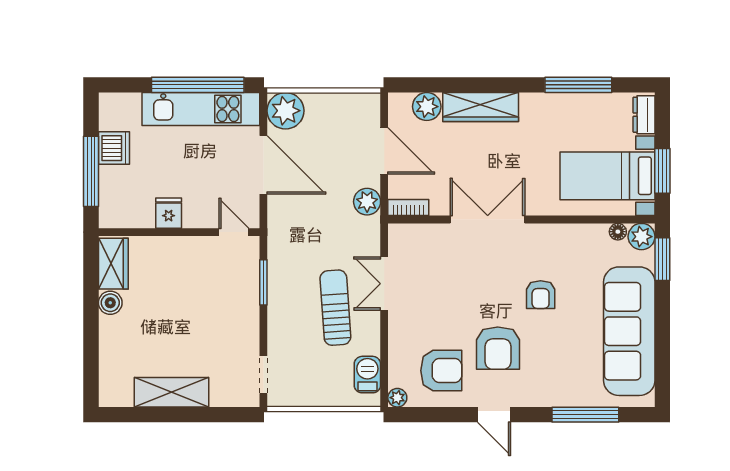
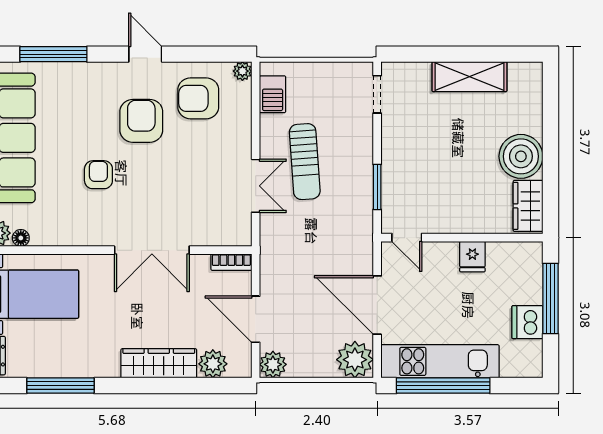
plant: (367, 202) -> (273, 364), moved
boiler: (110, 303) -> (521, 156), width x1.86, depth x1.86

